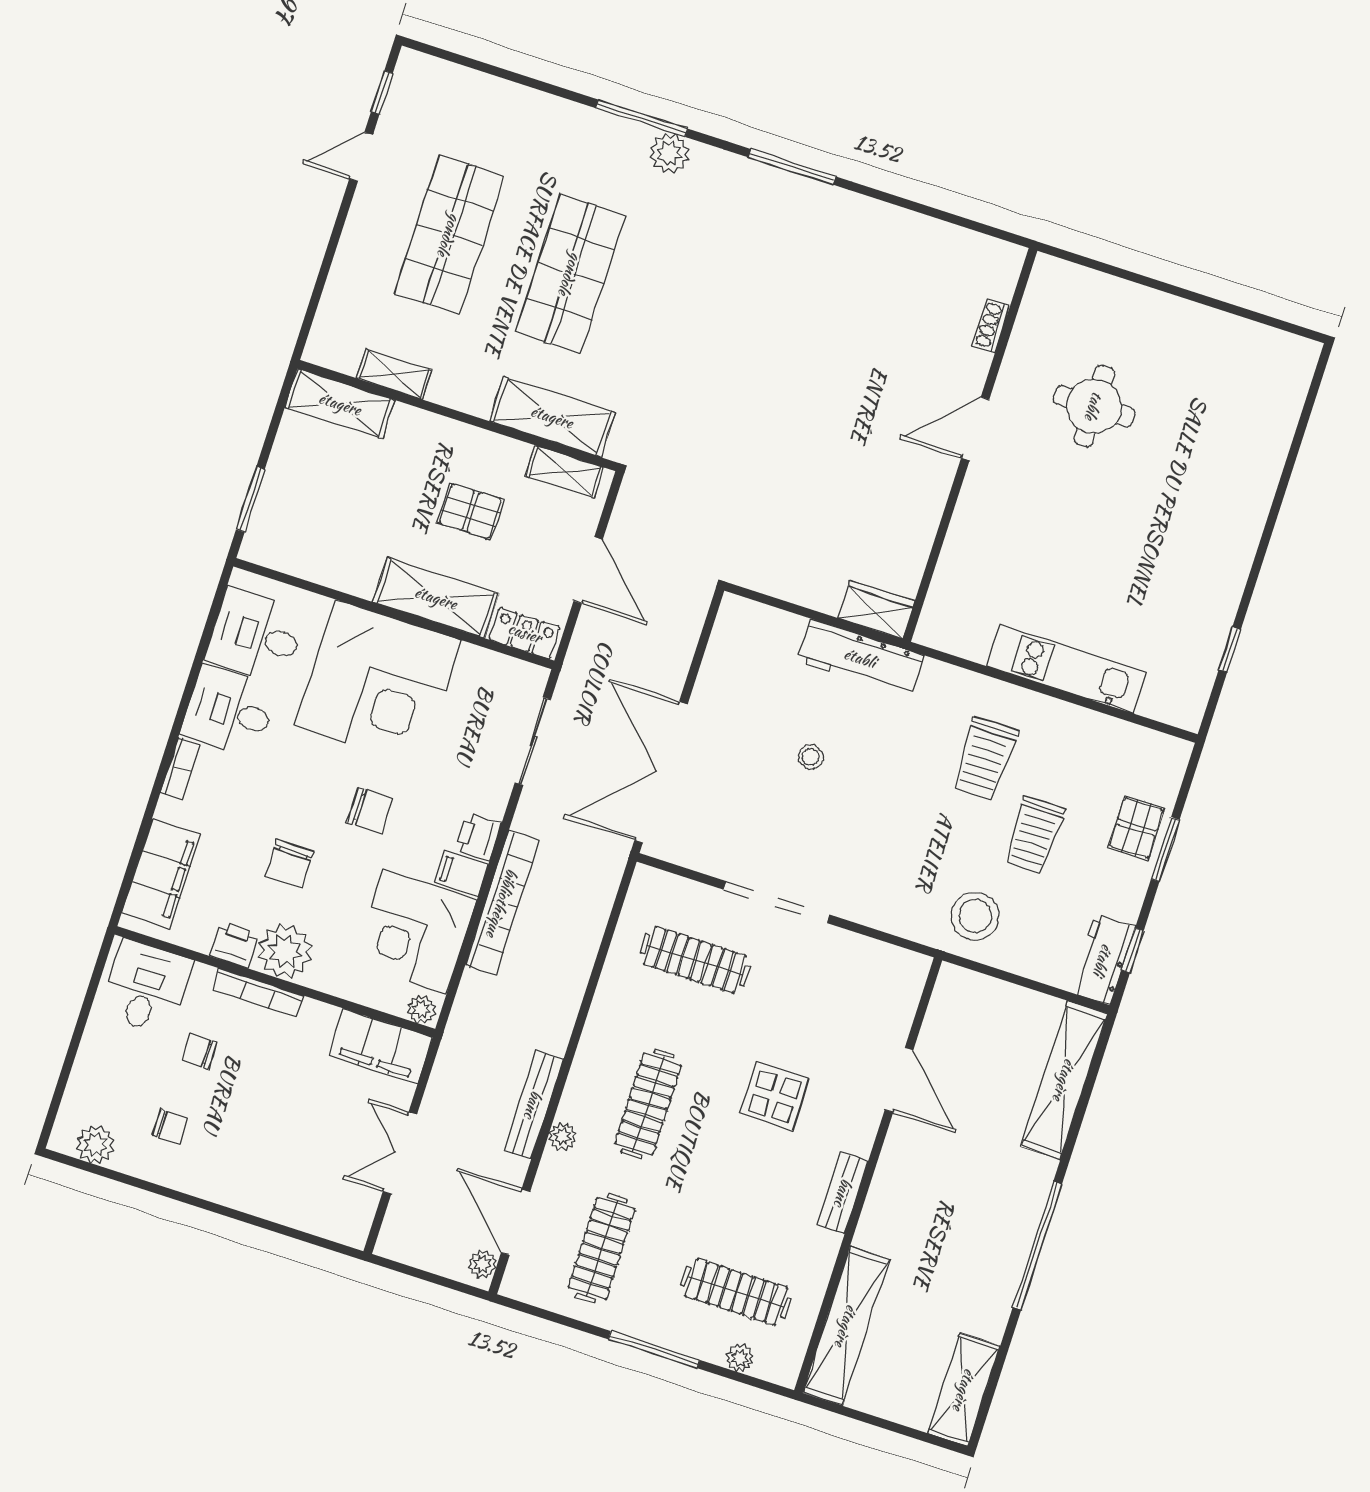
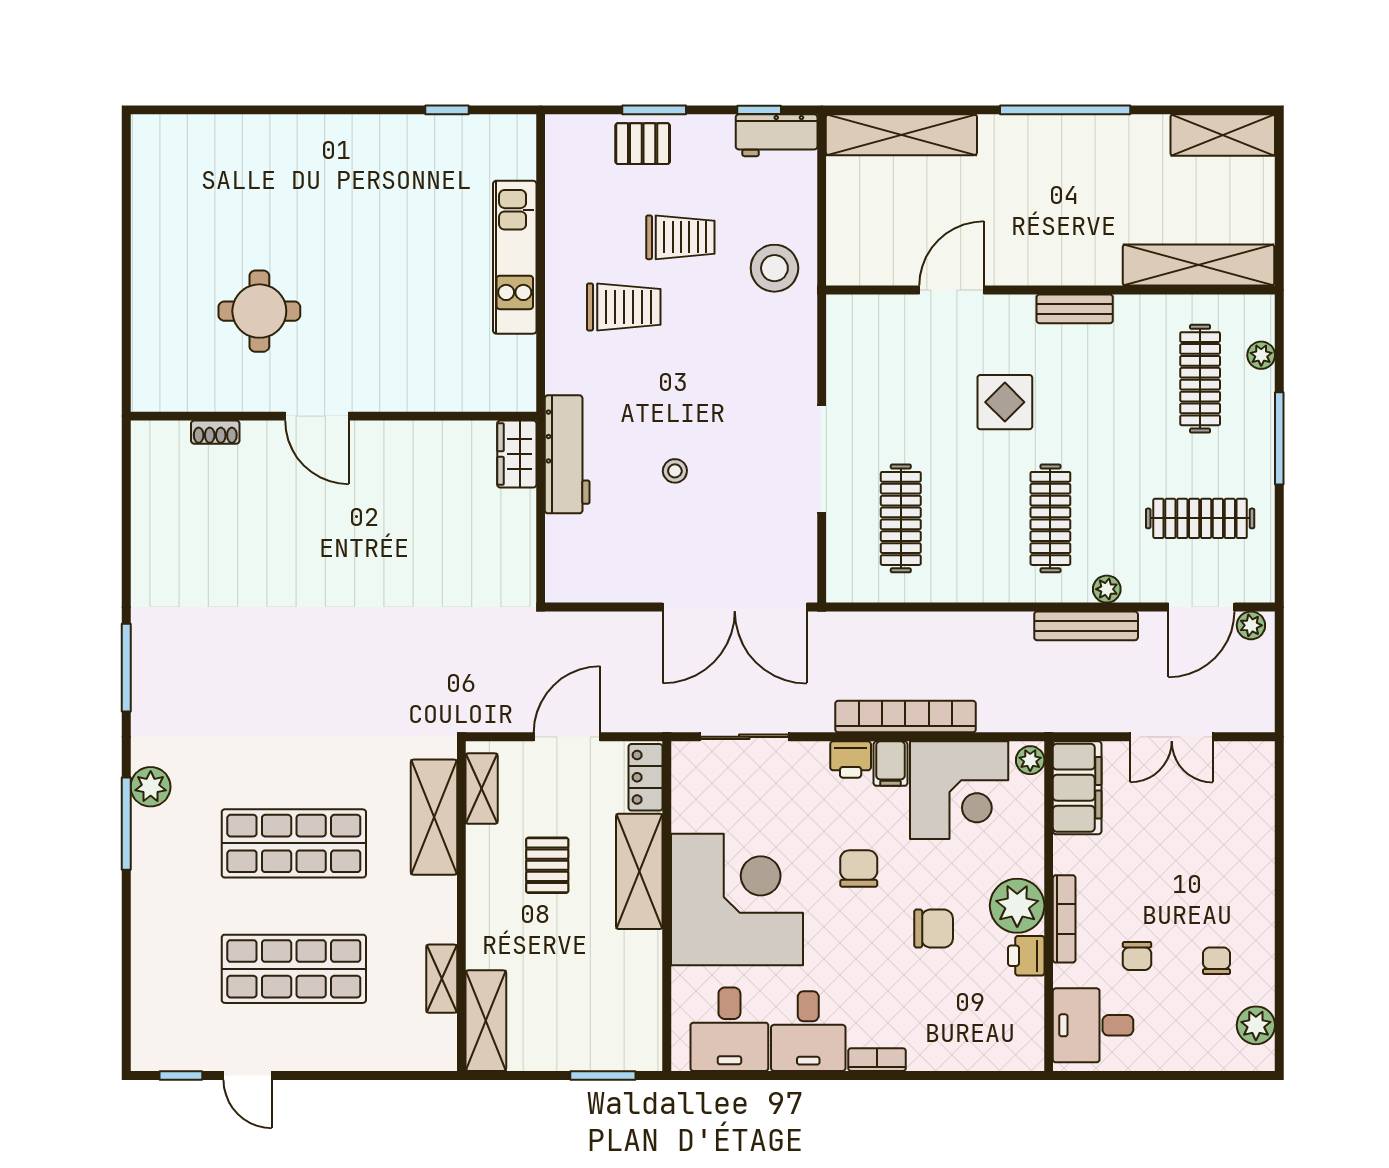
filing cabinet: (161, 874) -> (982, 1046), removed
clothes rail: (648, 1104) -> (1050, 518), turned 90

